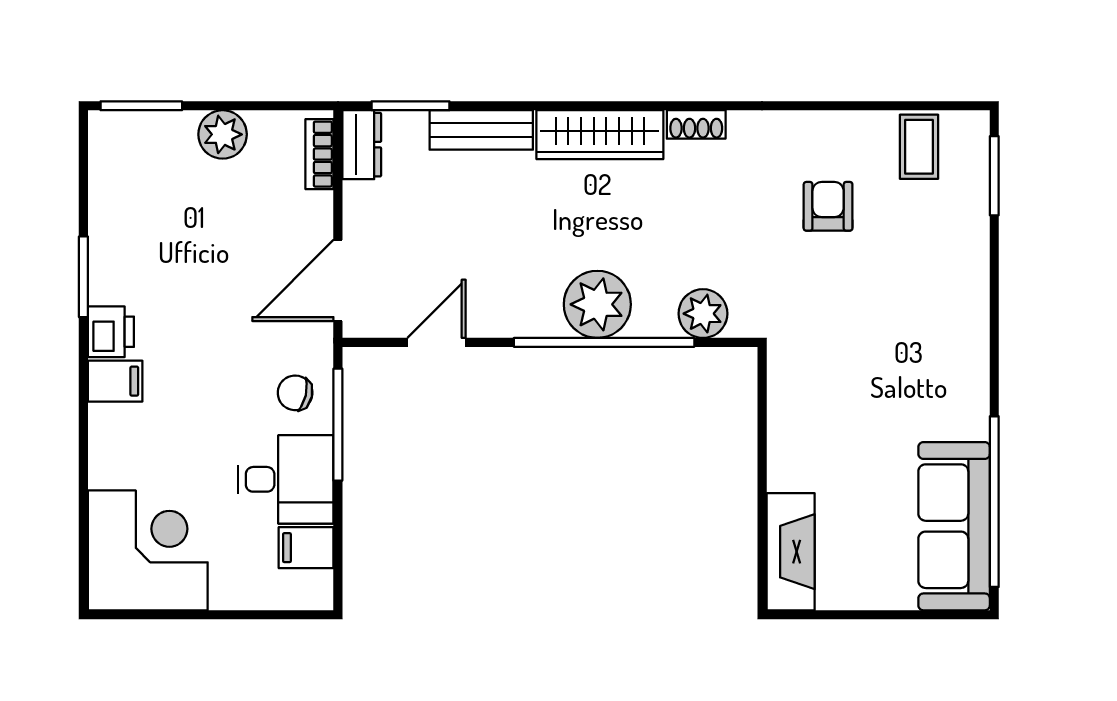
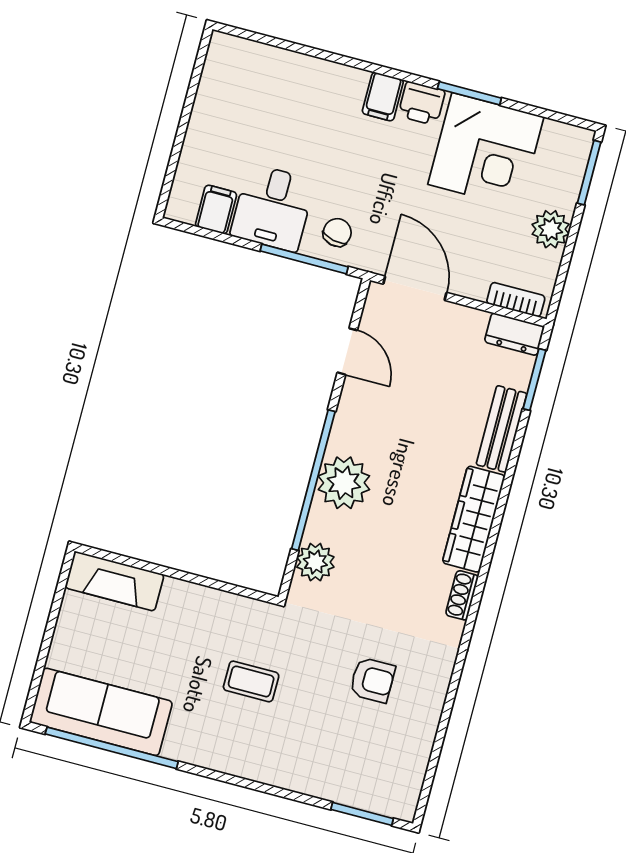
coffee table: (919, 147) -> (251, 681), moved
corner desk: (148, 550) -> (486, 151), moved

